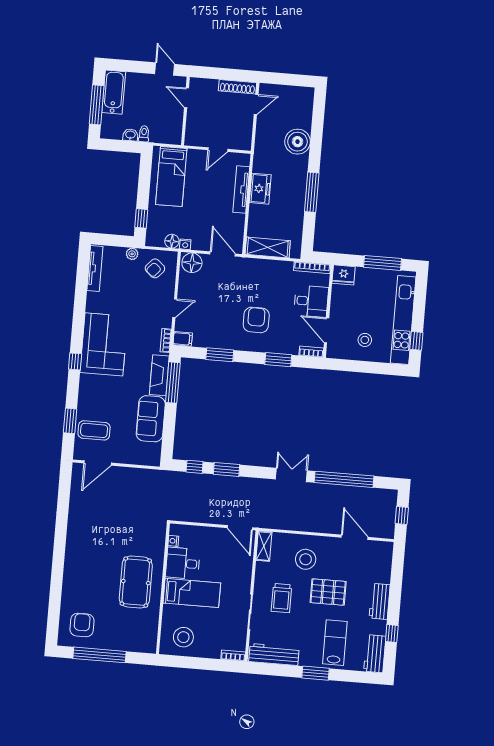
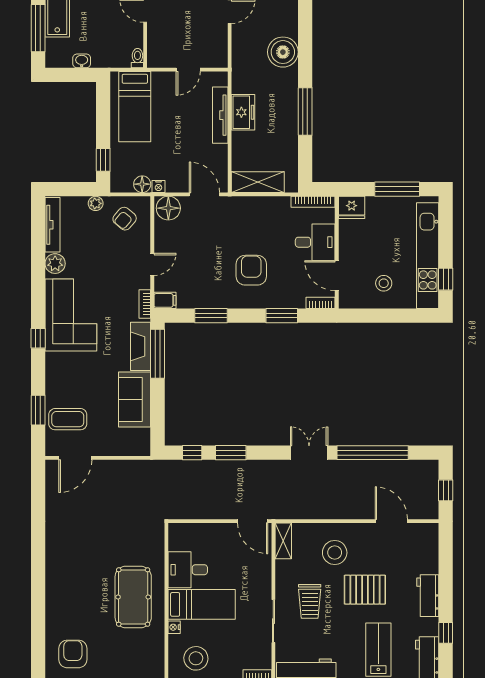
toilet: (144, 134) -> (137, 58), moved
plant: (94, 301) -> (55, 264), added
nightstand: (173, 541) -> (174, 627), moved

